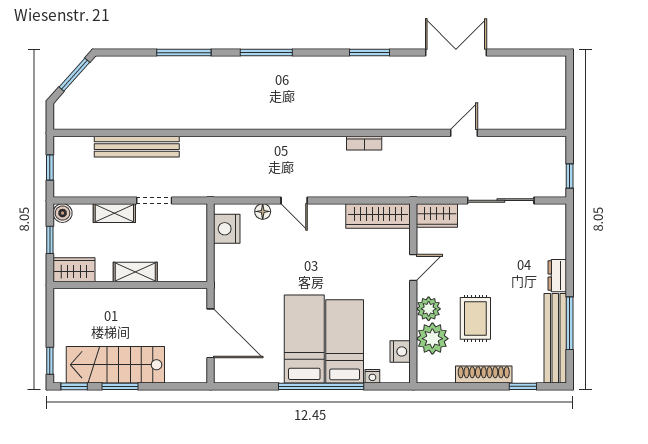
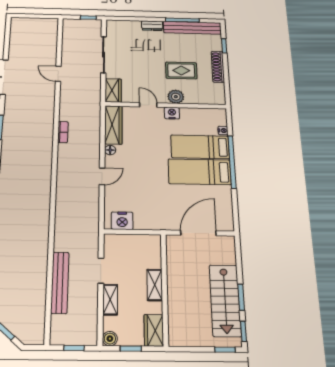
floor lamp: (263, 211) -> (110, 150), moved
plant: (432, 339) -> (196, 95), removed
nightstand: (400, 351) -> (172, 113), moved

